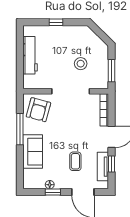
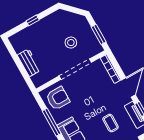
workbench: (30, 55) -> (29, 63), width x0.73
armchair: (38, 110) -> (58, 98), turned -105

